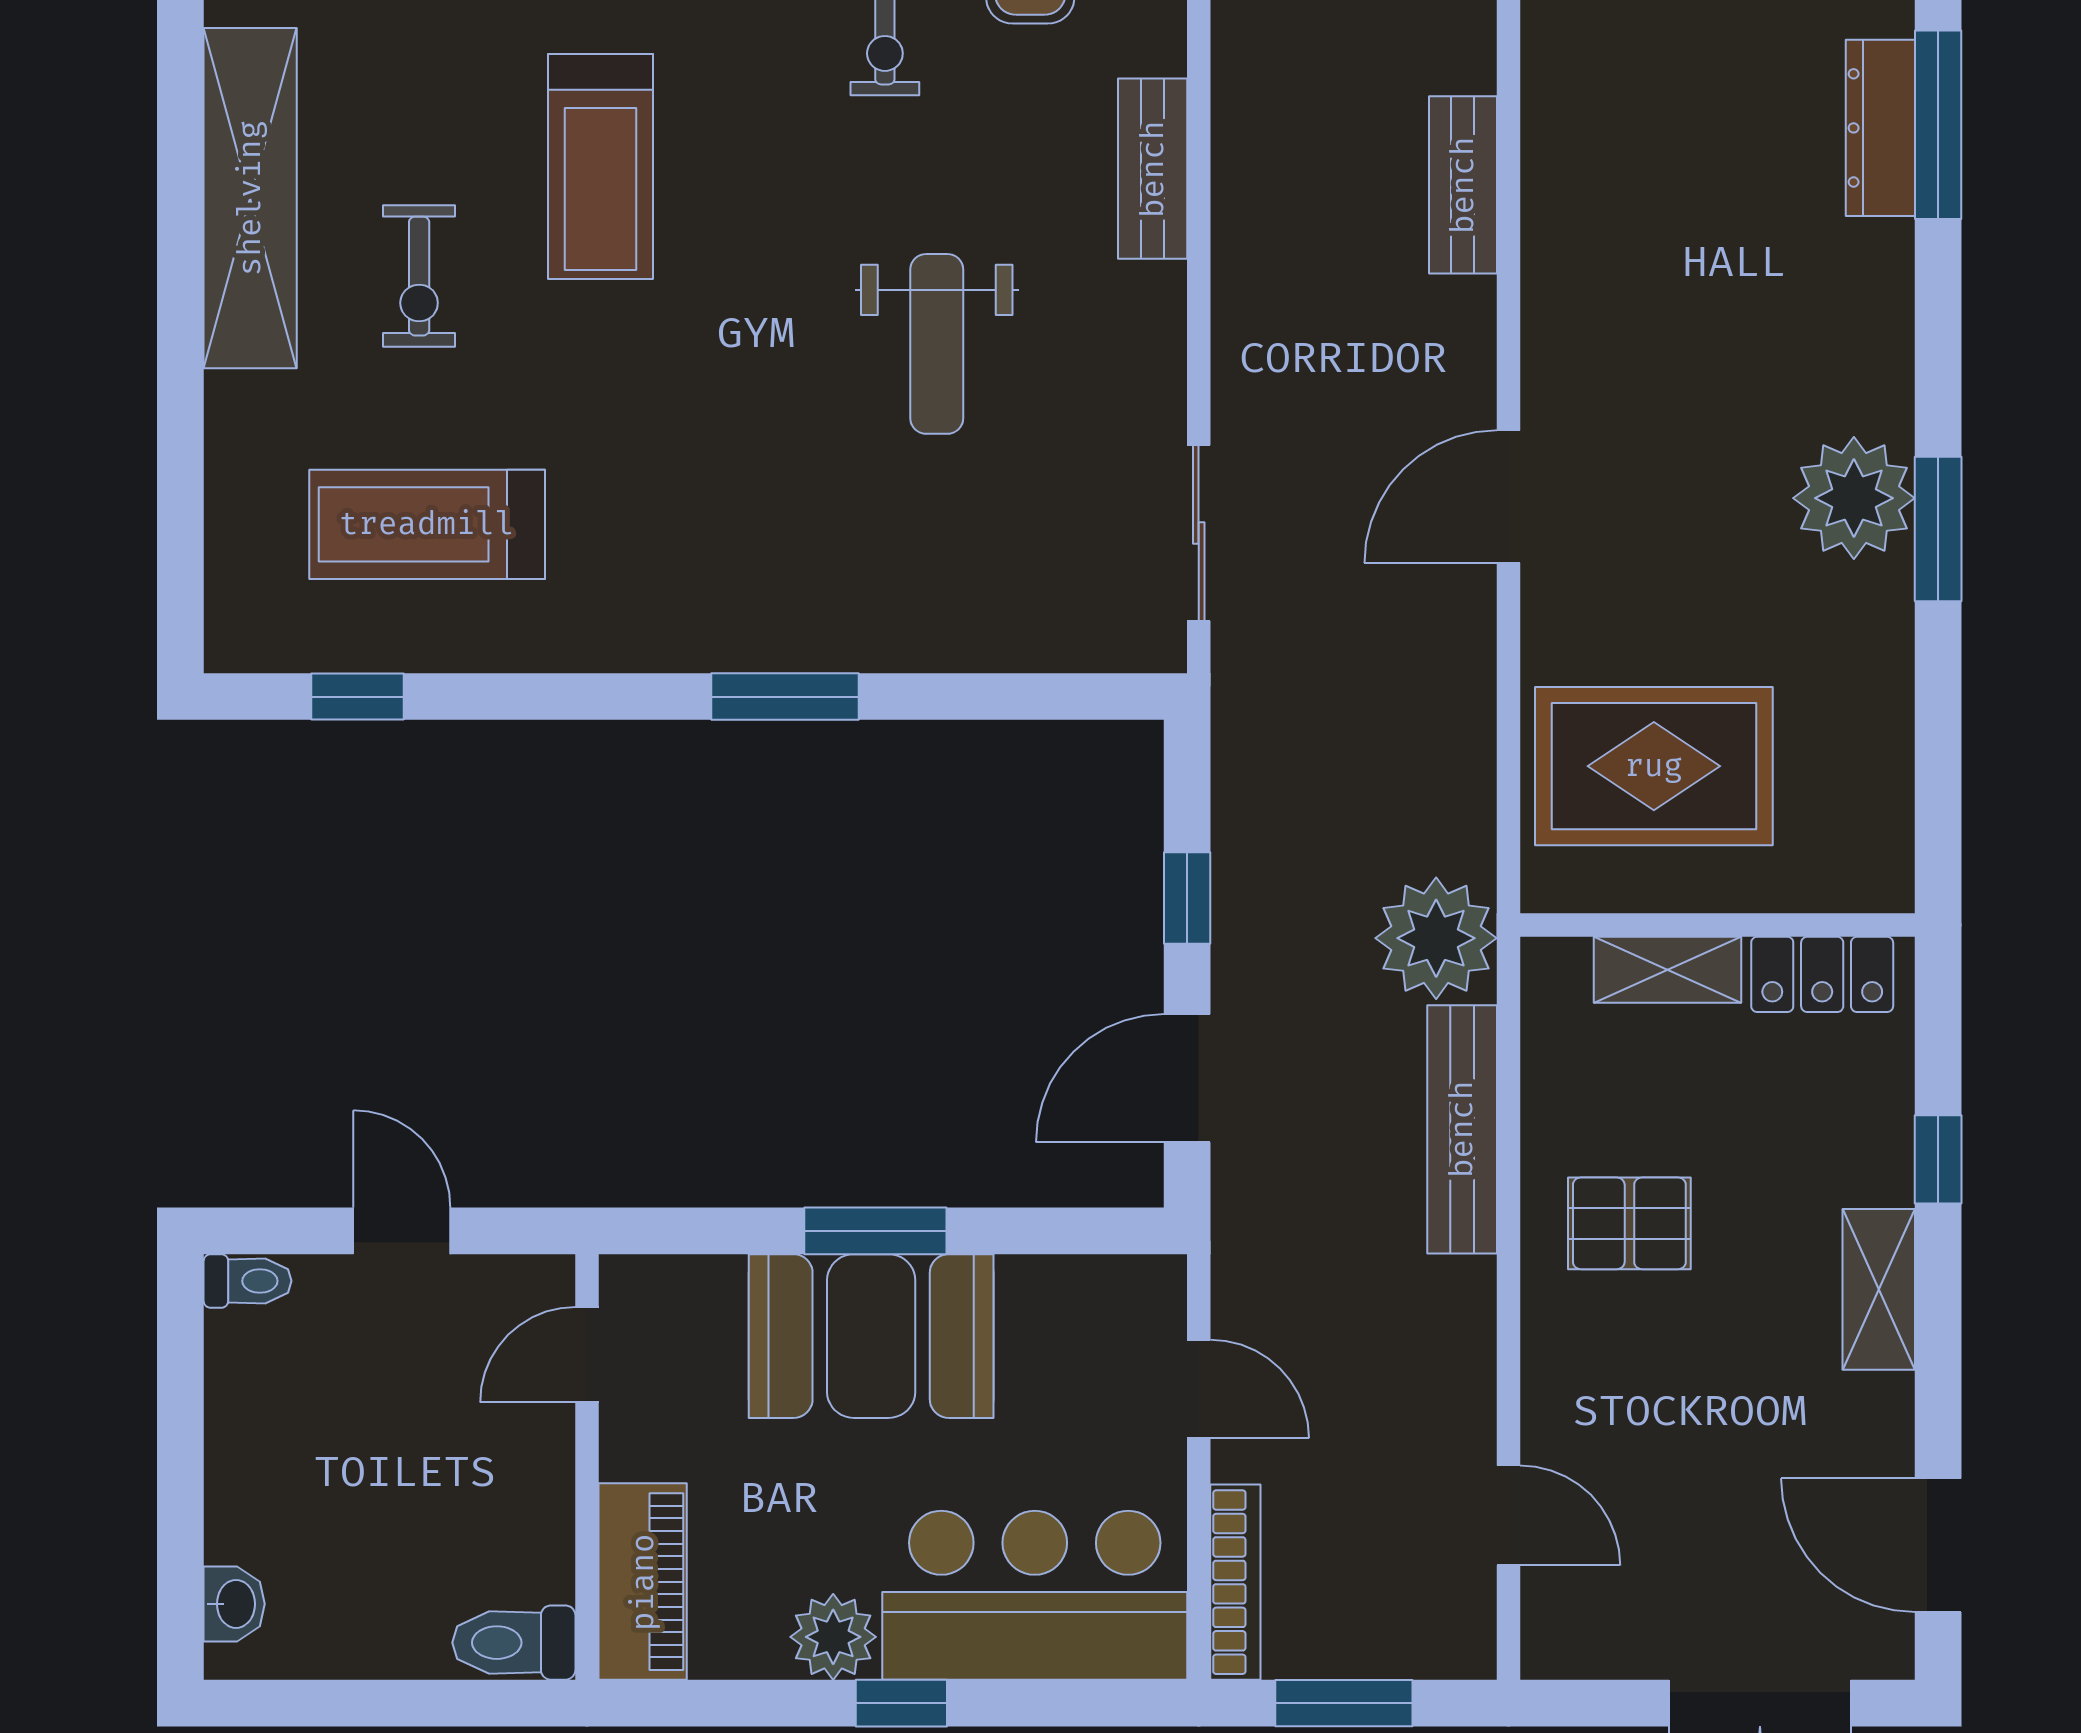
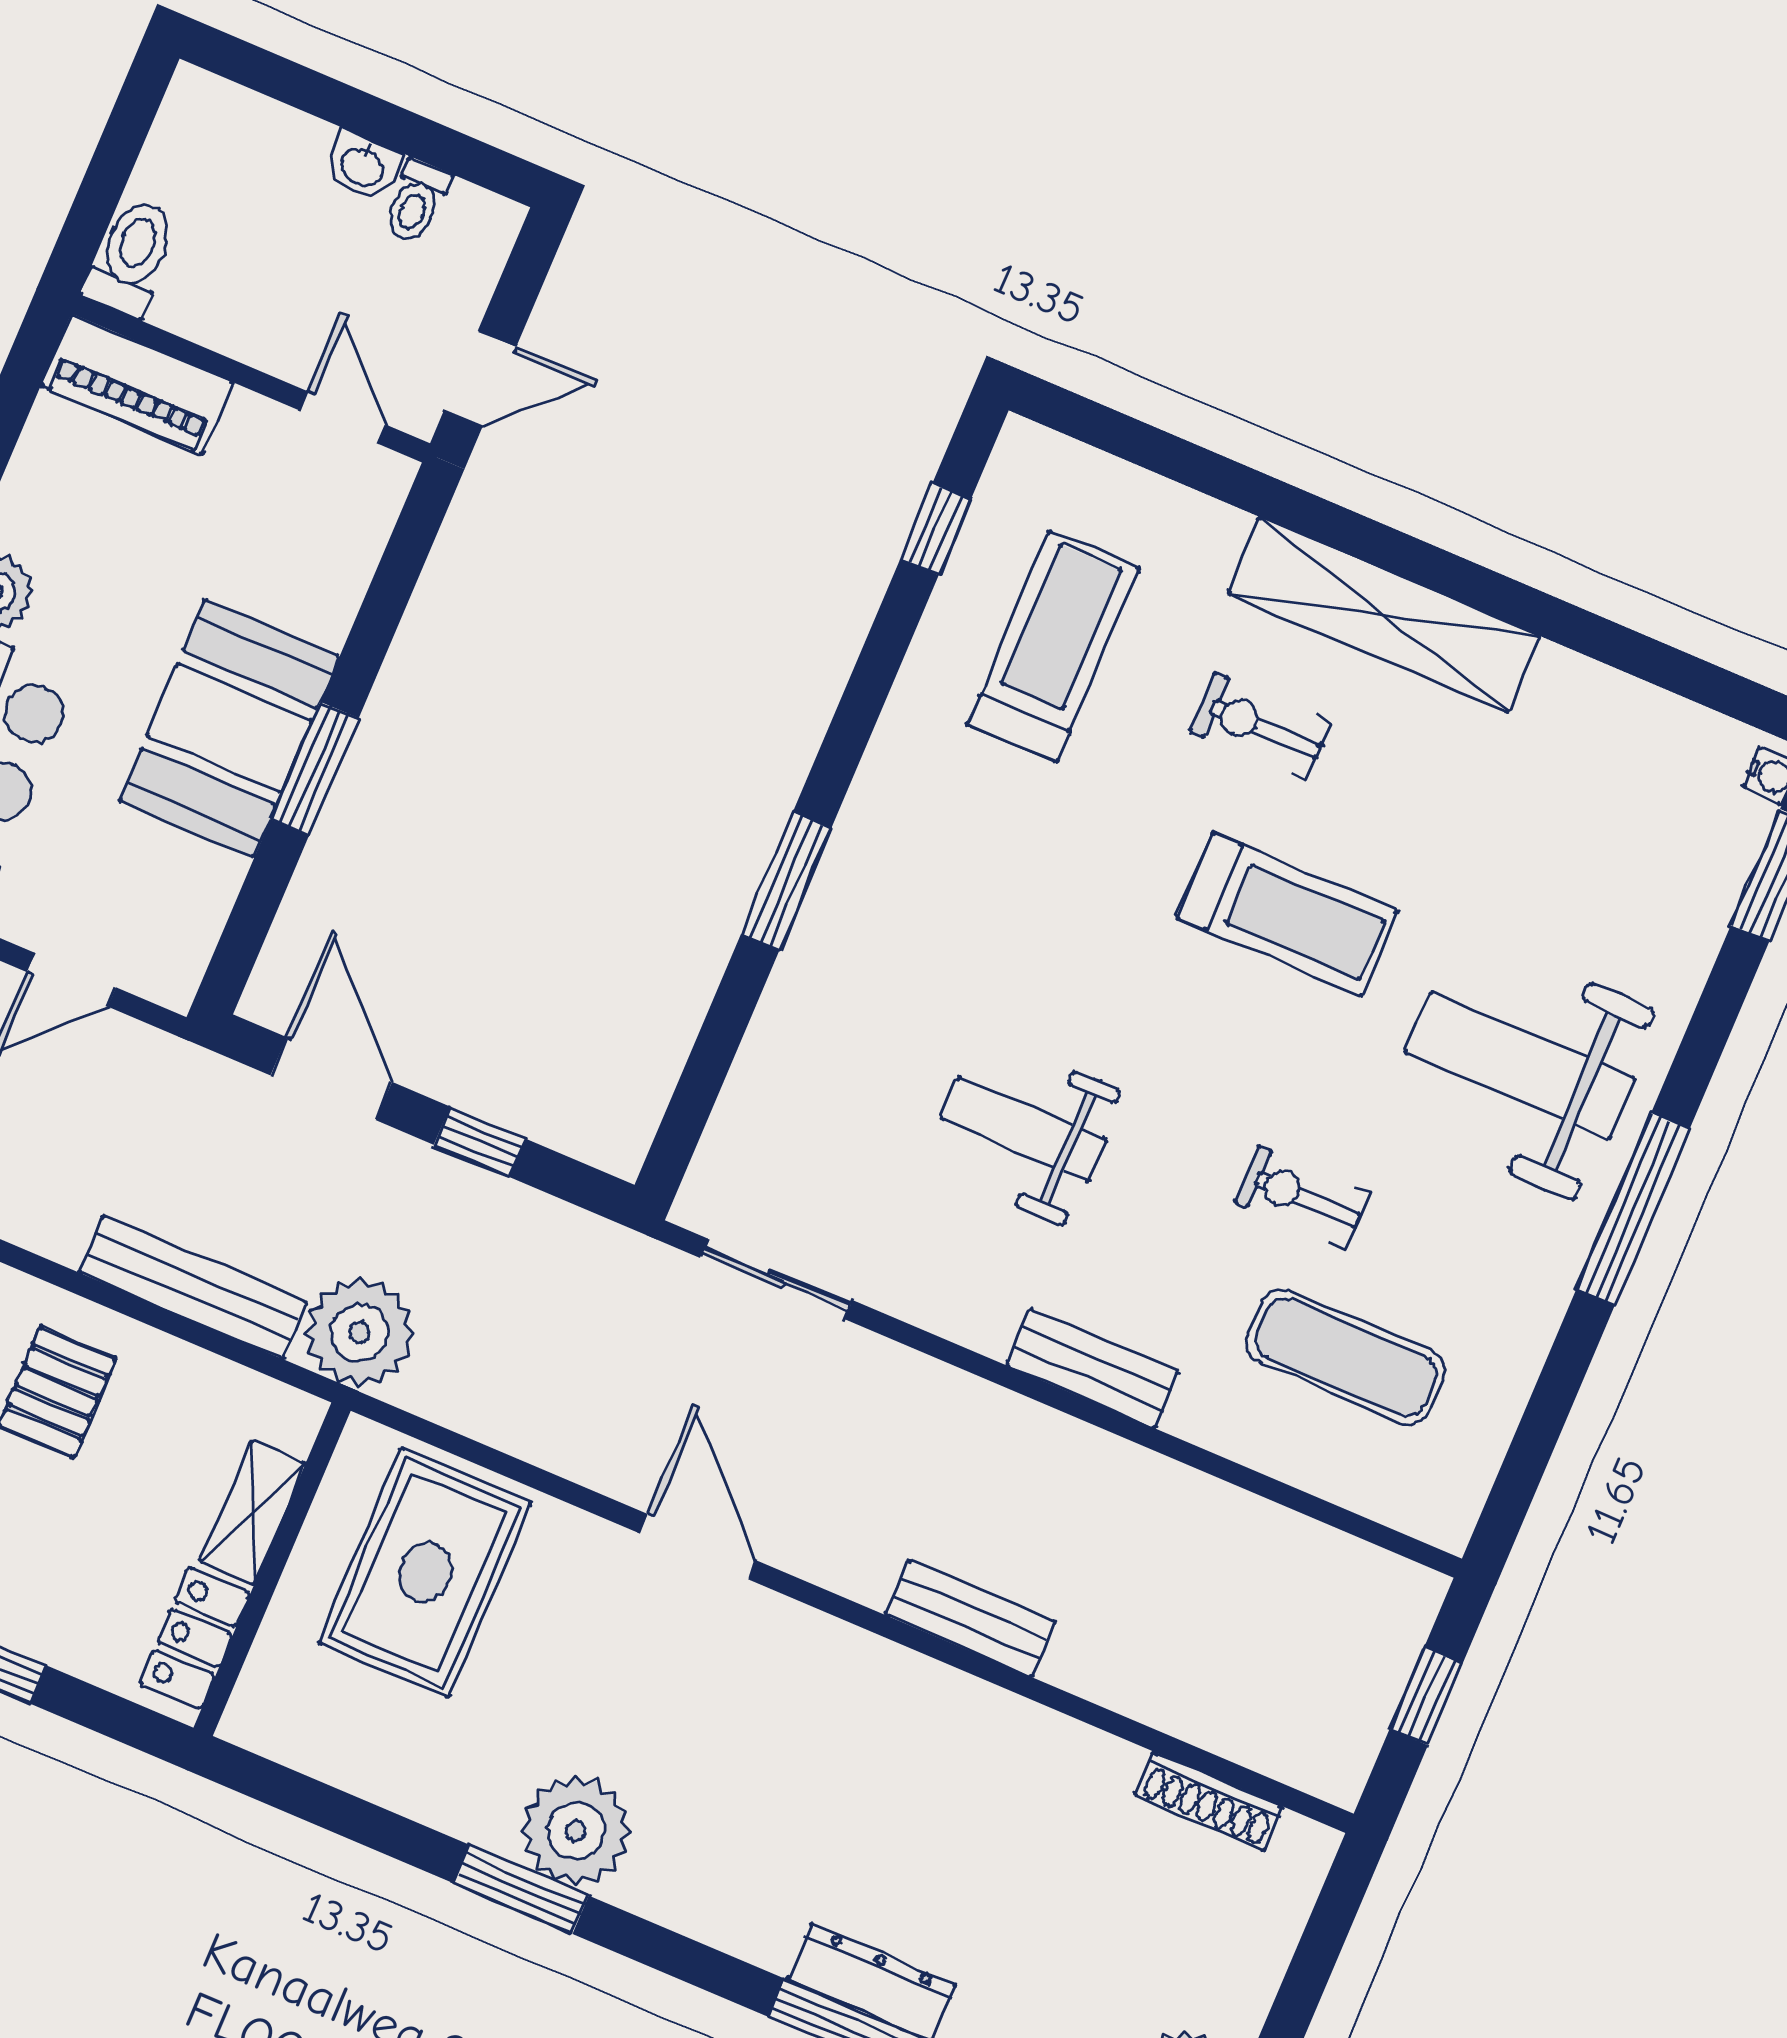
treadmill: (600, 166) -> (1287, 914), turned 180
toilet: (248, 1281) -> (416, 202), moved
door: (587, 1355) -> (343, 418), moved
wall: (587, 1467) -> (251, 378), moved
piano: (643, 1582) -> (137, 384), moved
washbasin: (234, 1604) -> (363, 166), moved
toilet: (514, 1643) -> (132, 257), moved

